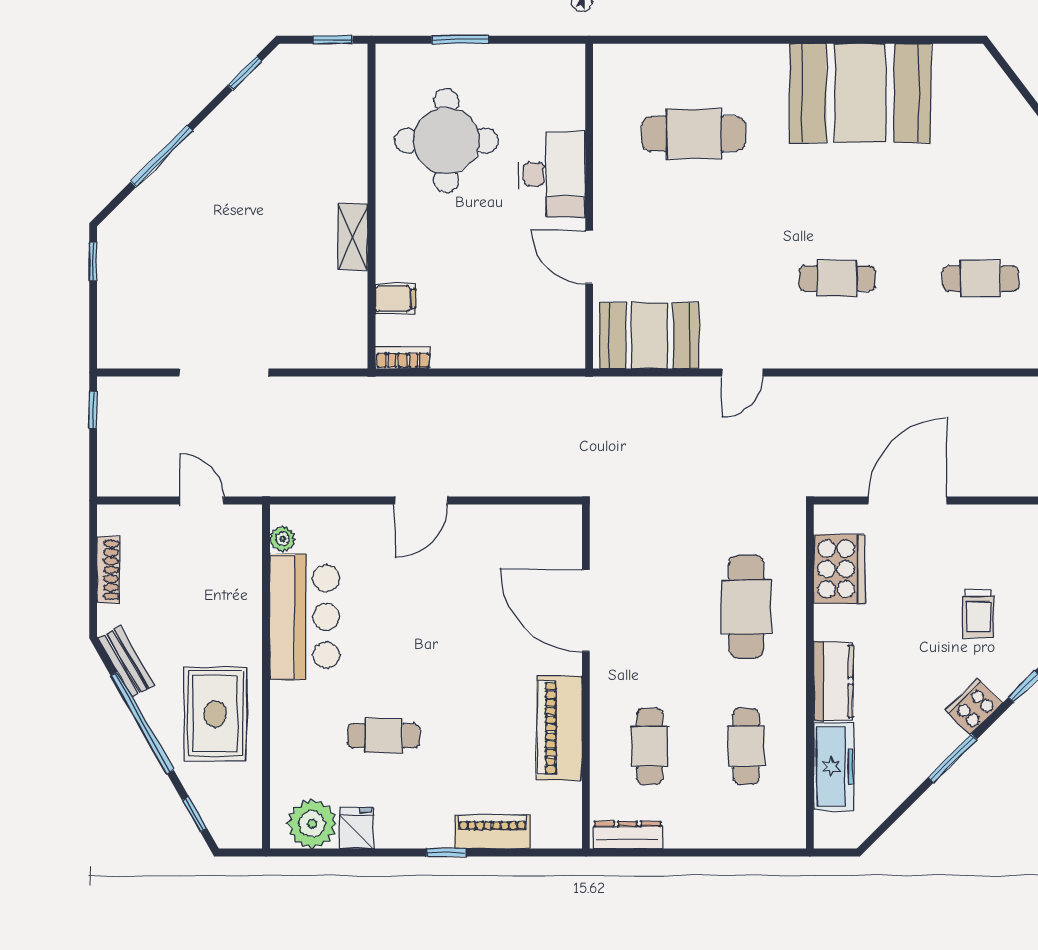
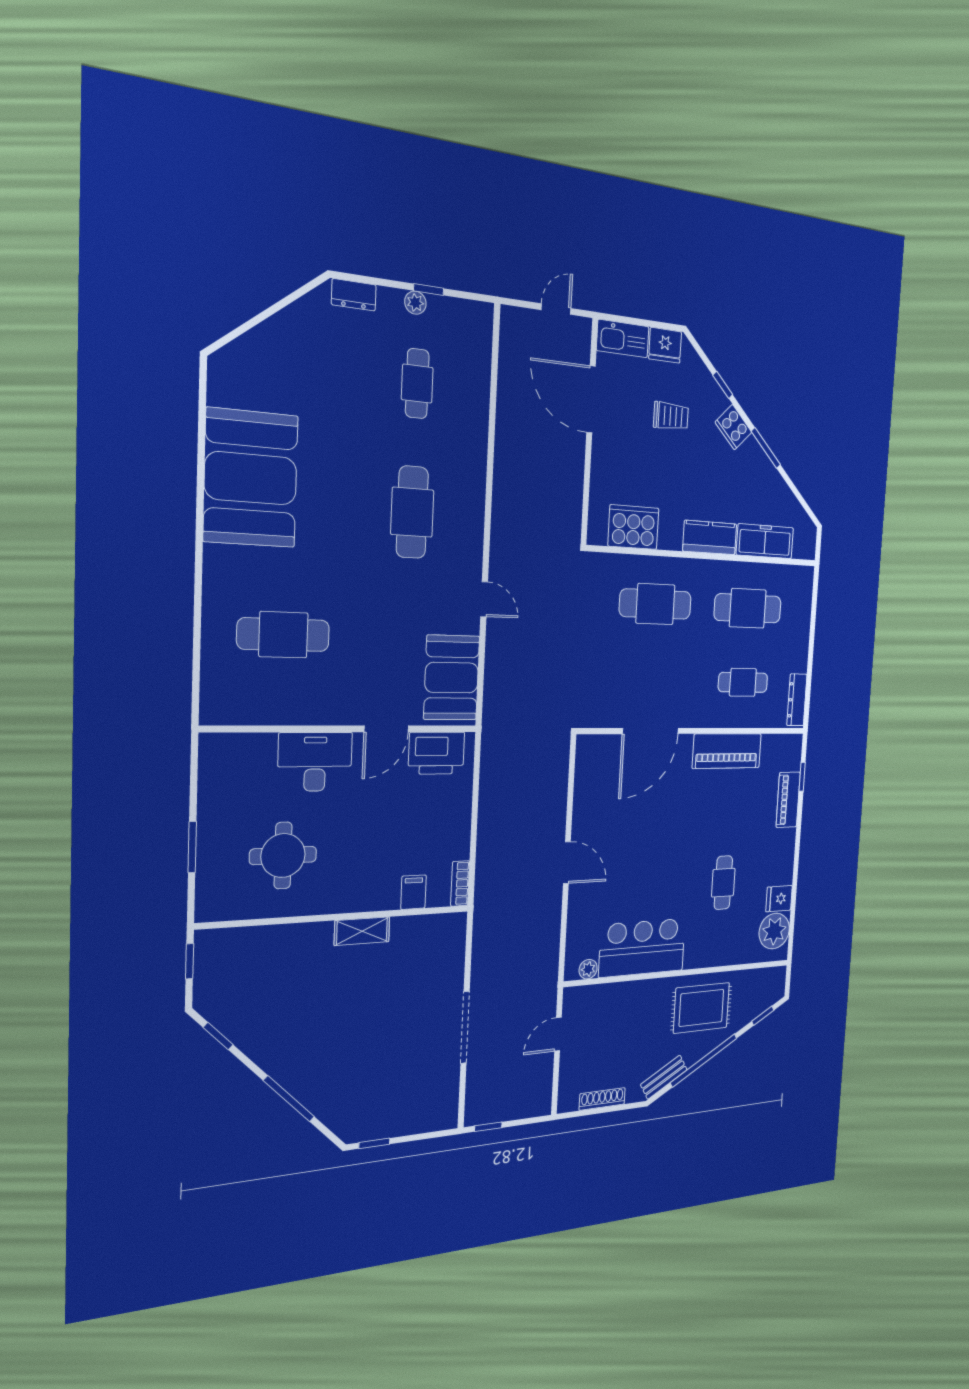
cafe table: (694, 134) -> (283, 635), turned 90
round table: (446, 141) -> (283, 855), width x0.73, depth x0.73
cafe table: (837, 279) -> (412, 512), width x1.37, depth x1.35
printer: (560, 320) -> (436, 753), added
door: (907, 501) -> (591, 399), moved
cafe table: (746, 746) -> (748, 608), width x1.37, depth x1.35
window: (446, 853) -> (802, 777), moved

